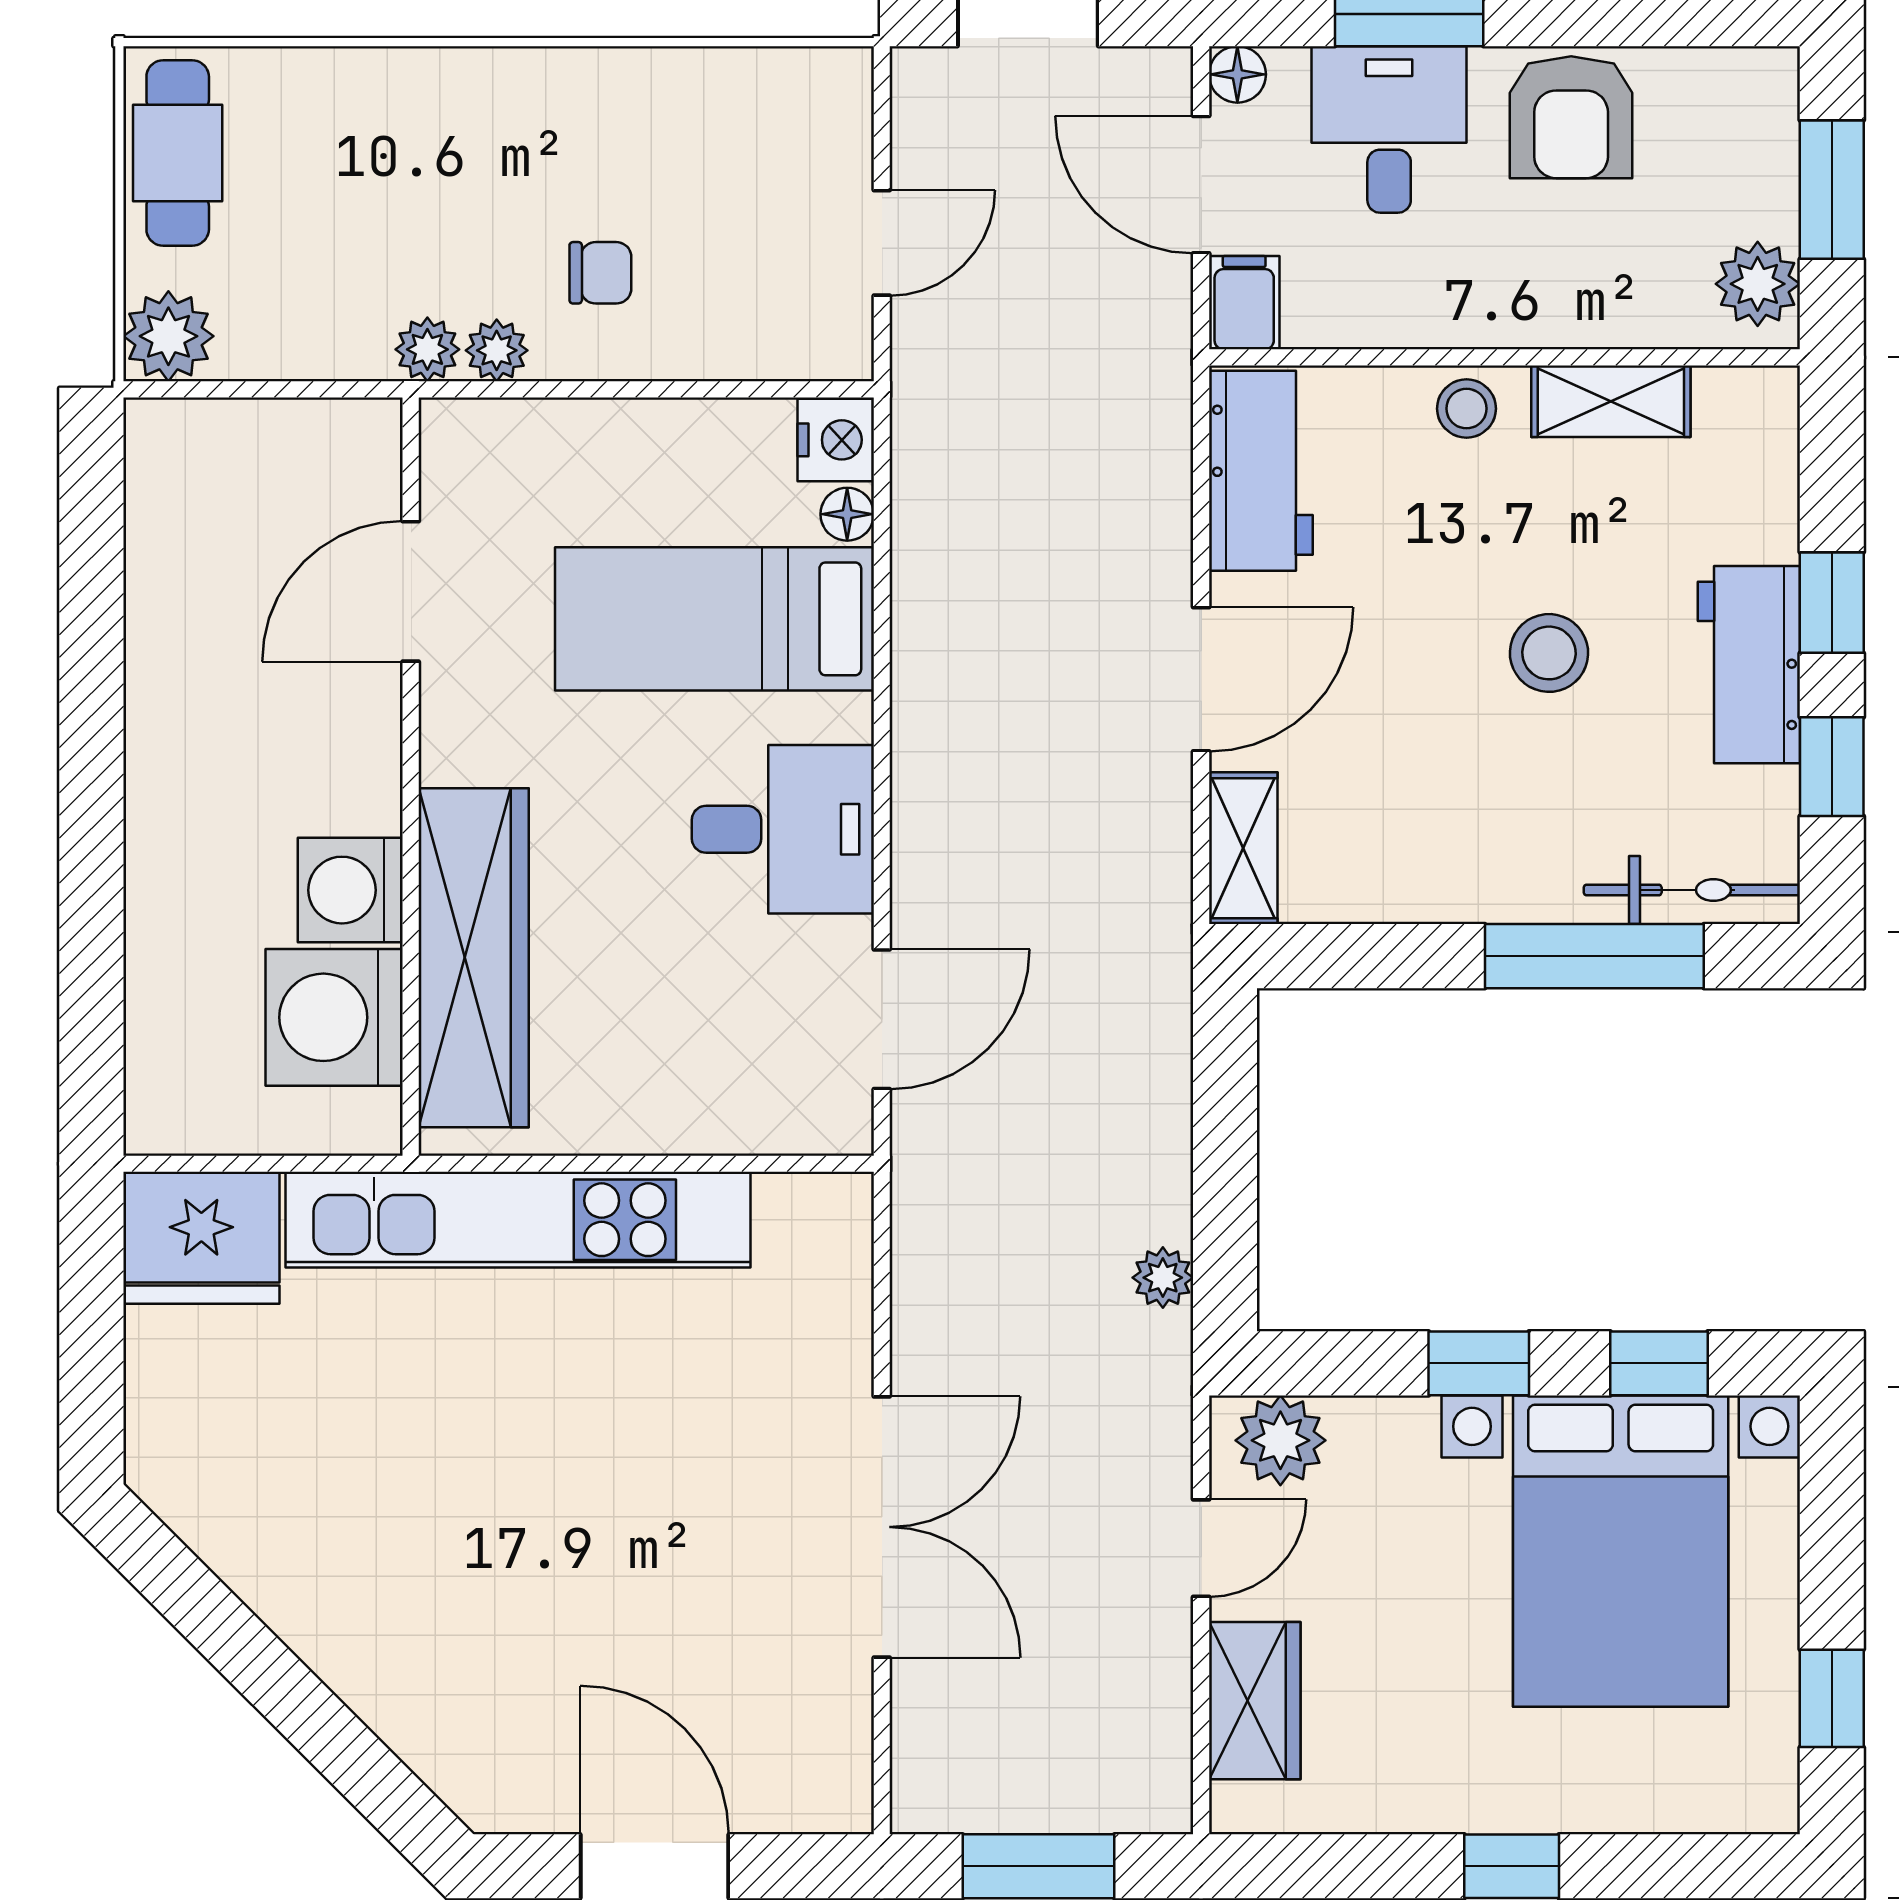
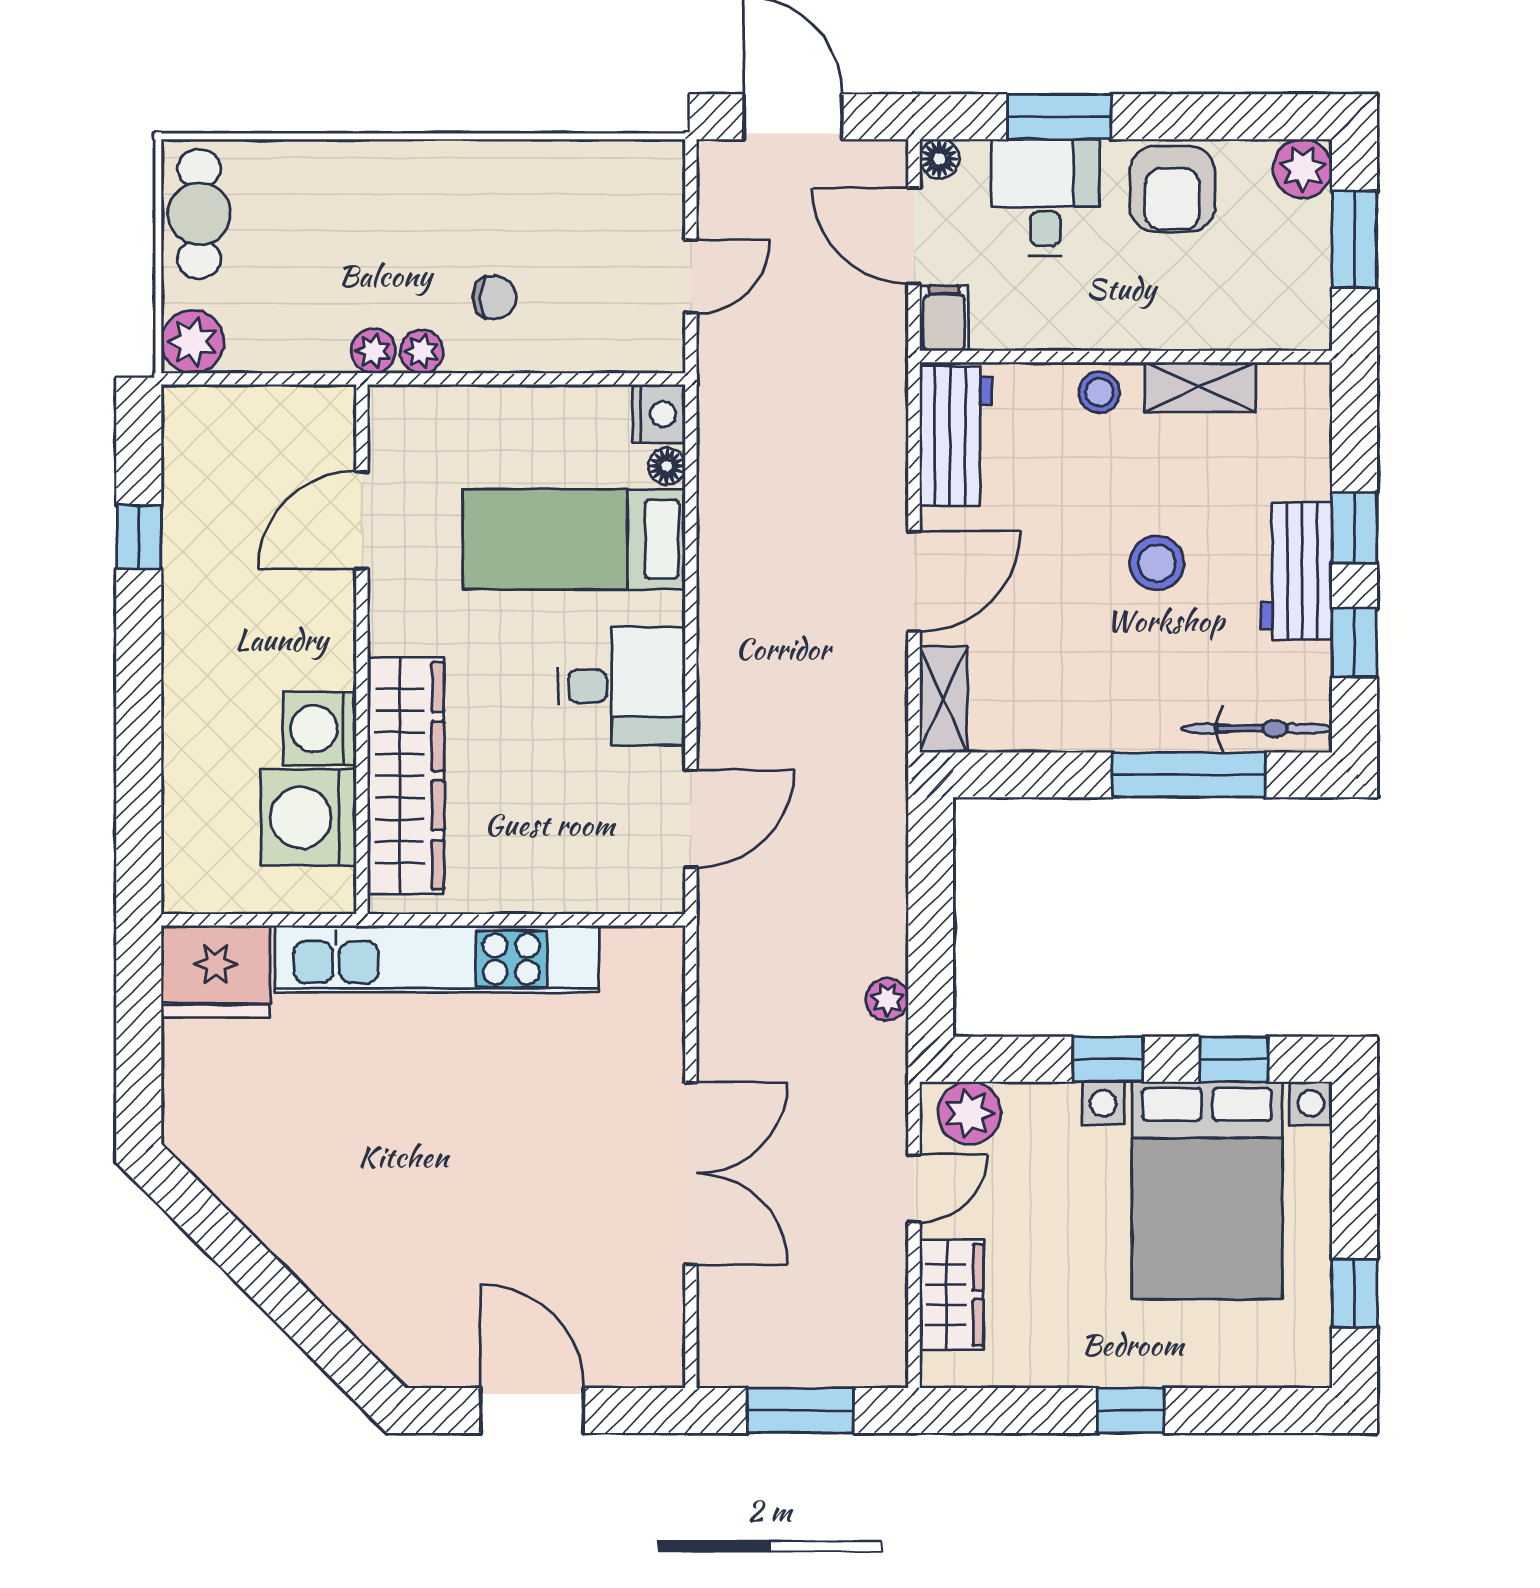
plant: (1758, 284) -> (1303, 169), moved
window: (91, 616) -> (139, 537), added

